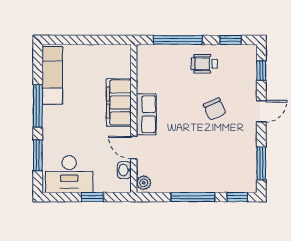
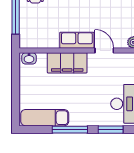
door: (134, 148) -> (104, 50), swing flipped
washbasin: (124, 170) -> (29, 58), moved

